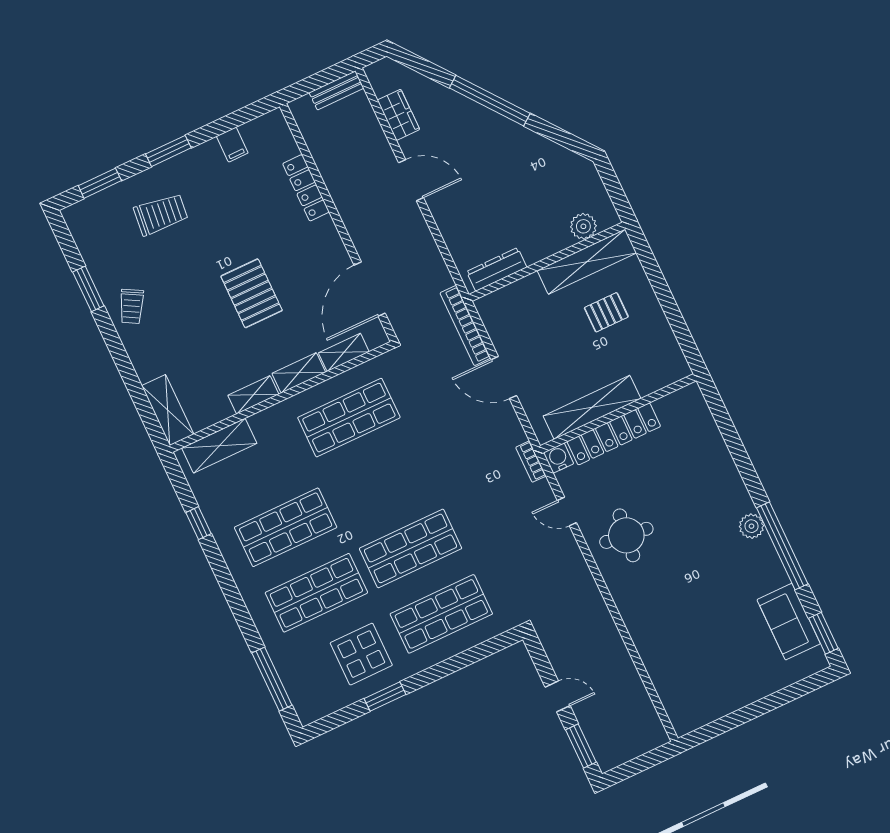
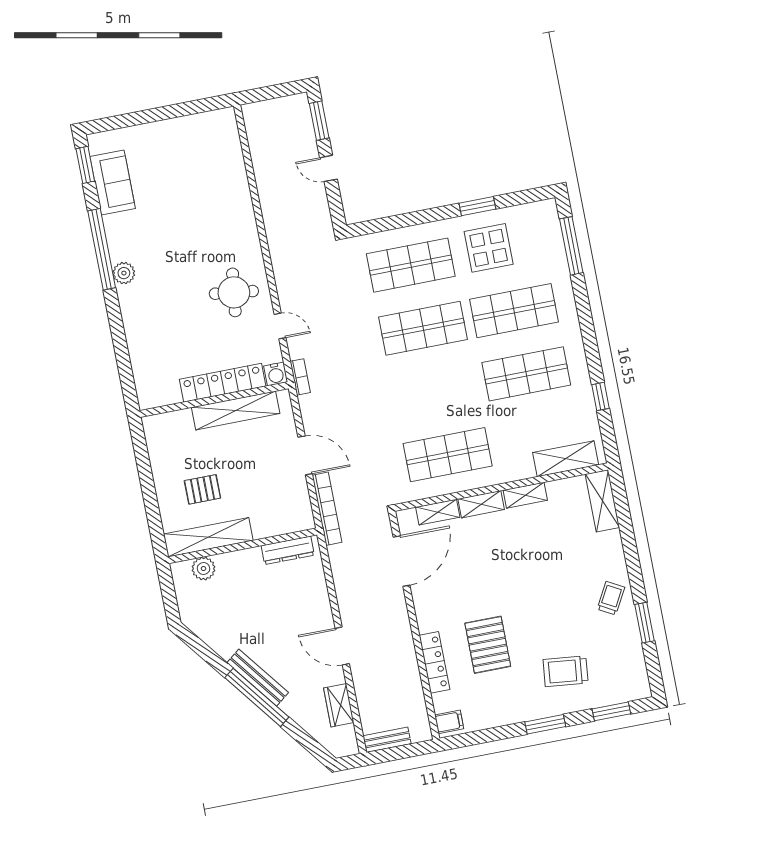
bench: (494, 122) -> (258, 678), added
filing cabinet: (232, 145) -> (449, 722), moved, turned 90
pallet: (252, 293) -> (488, 645), moved

